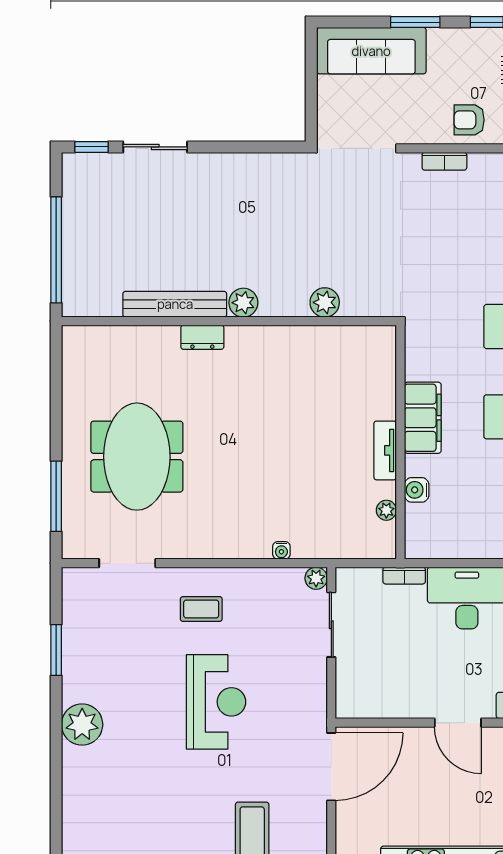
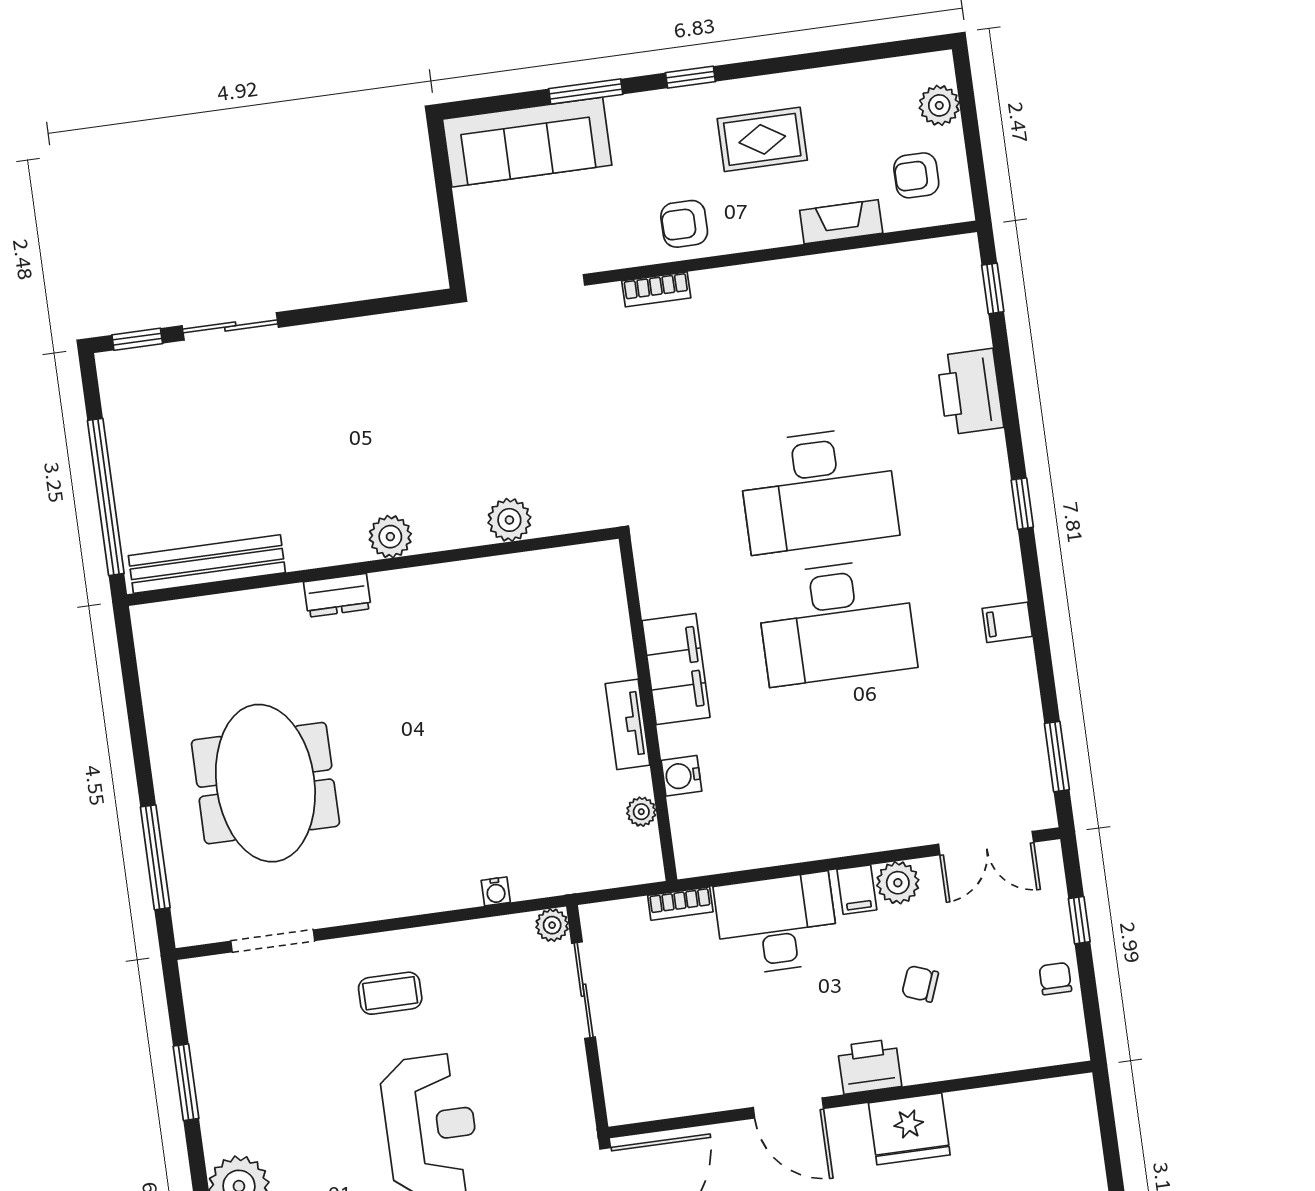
bench: (175, 304) -> (207, 564), moved

